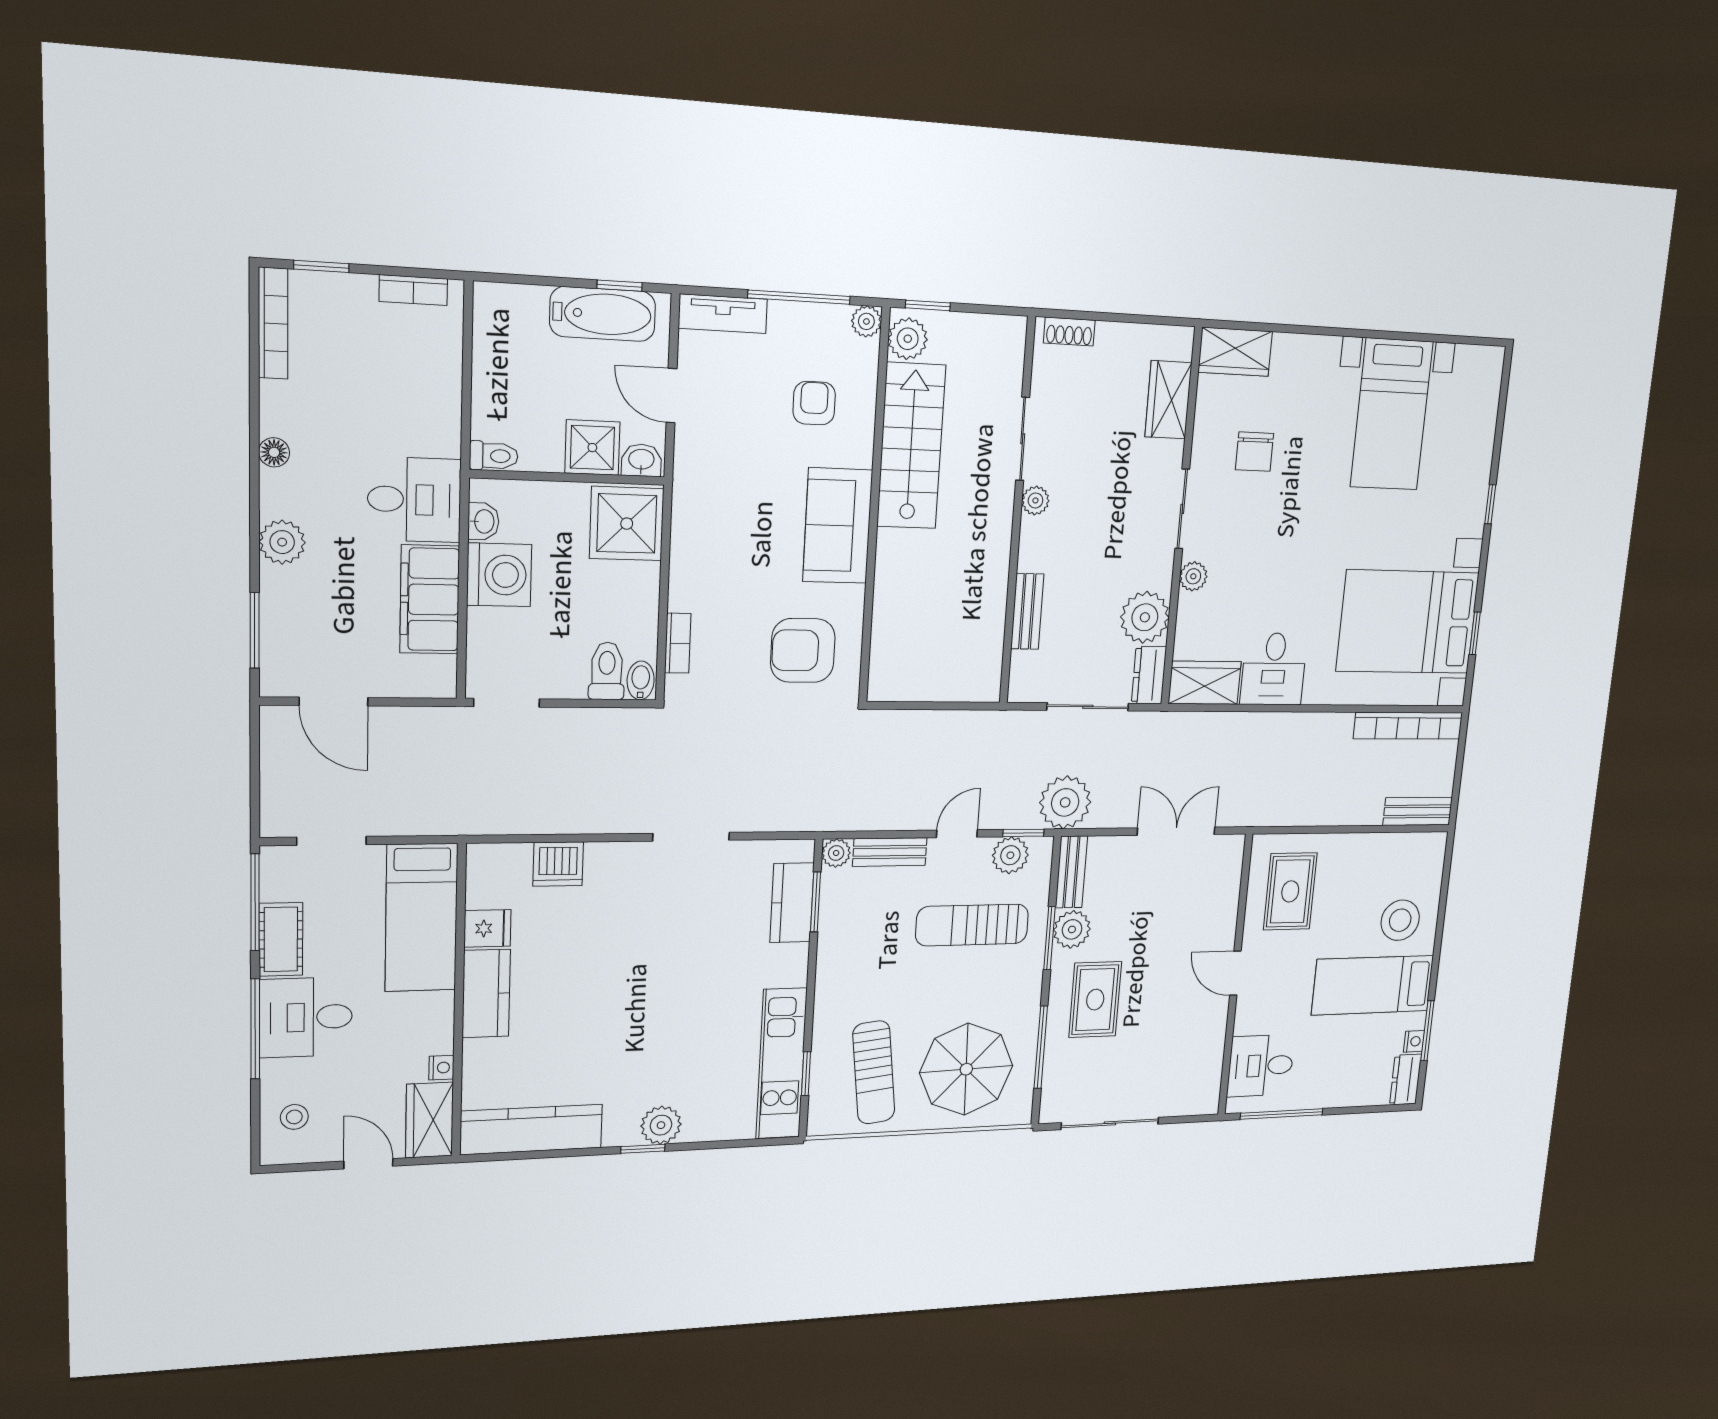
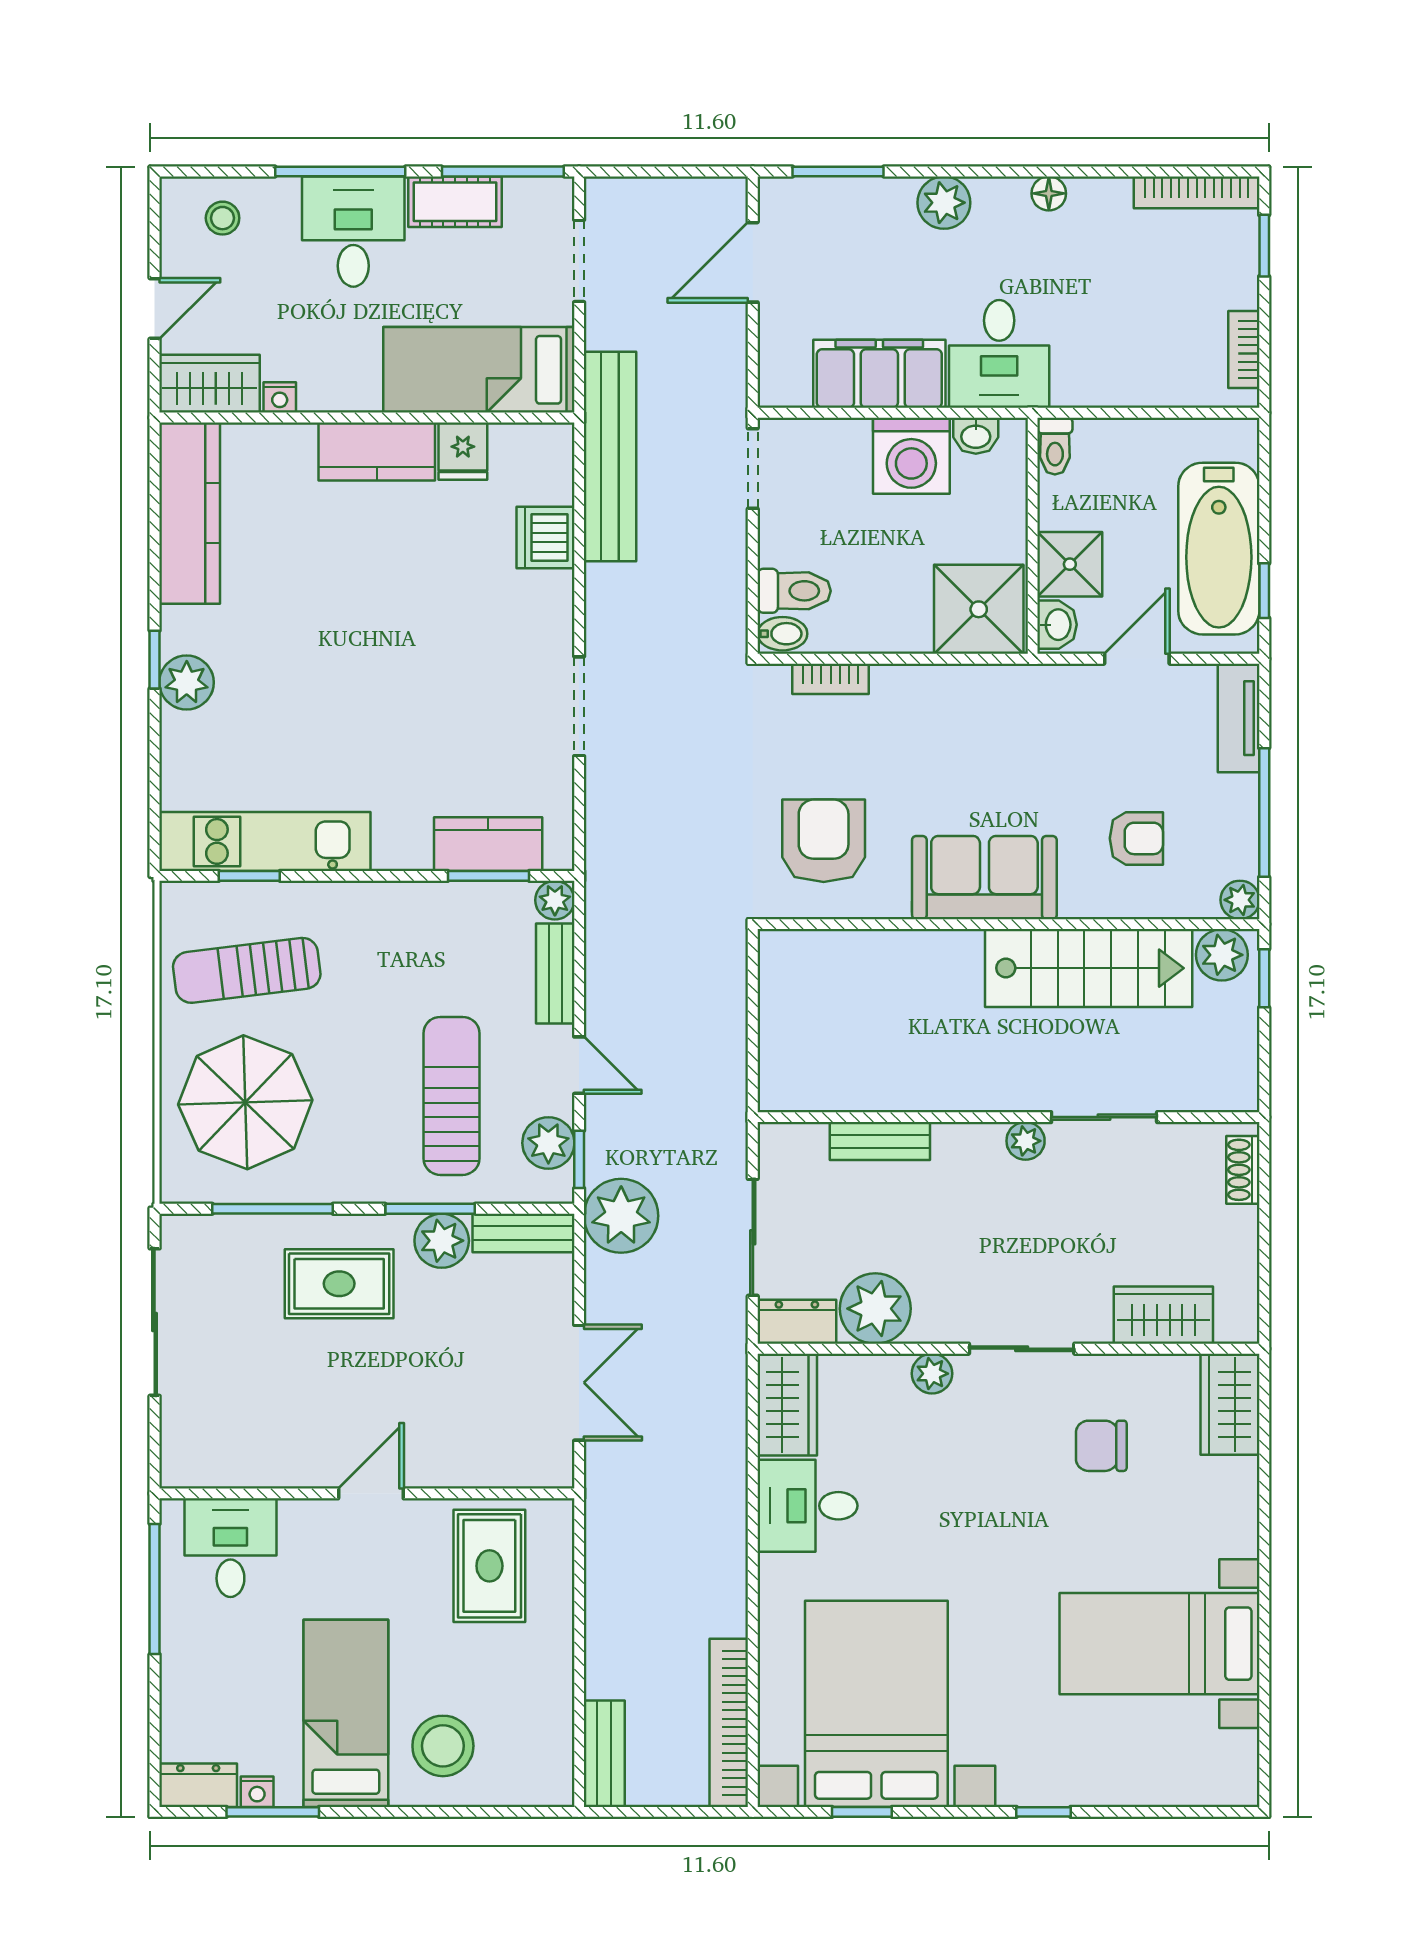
bathtub: (603, 314) -> (1219, 549), width x1.36, depth x1.36
bench: (494, 815) -> (610, 456), added
rug: (1290, 891) -> (489, 1566), turned 90

